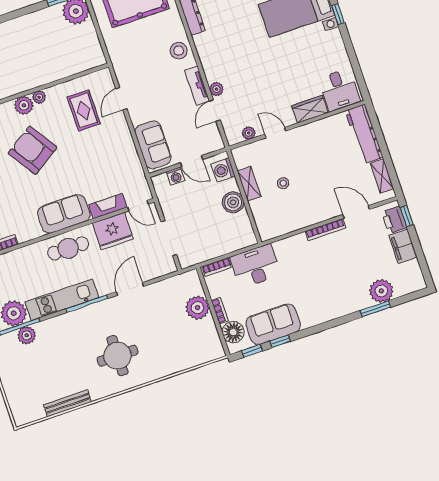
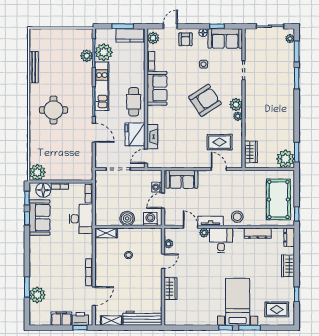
wardrobe: (82, 62) -> (251, 152), added
desk: (339, 90) -> (221, 240), moved, turned 90
shelving: (249, 184) -> (106, 233), moved
sofa: (64, 214) -> (157, 88), moved
plant: (197, 308) -> (37, 172), moved

